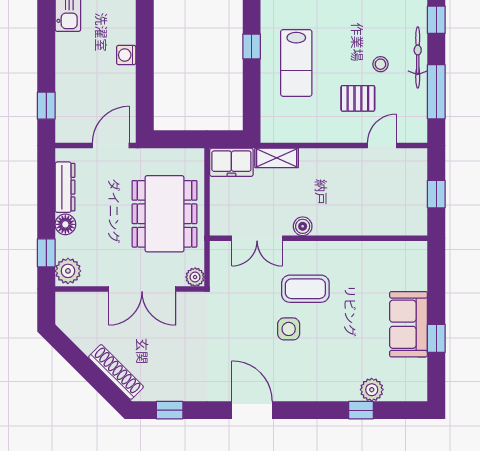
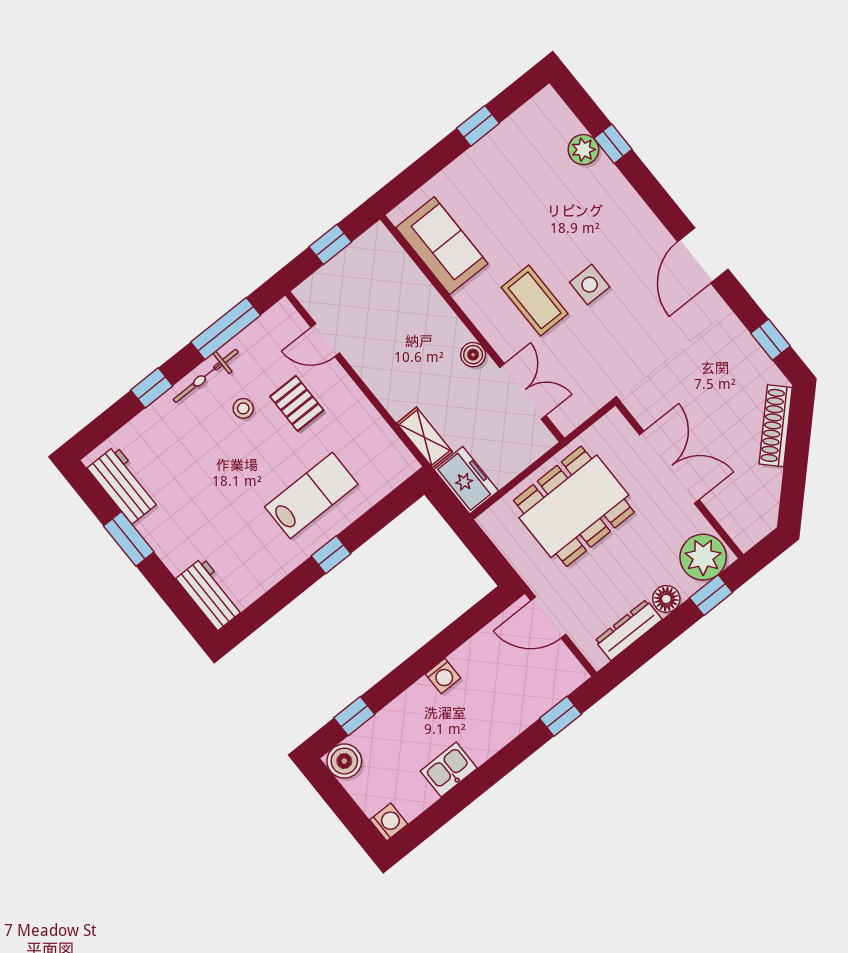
plant: (68, 271) -> (703, 557), width x1.36, depth x1.36
plant: (195, 277) -> (614, 423), removed
sofa: (409, 324) -> (442, 246), moved, turned -90

